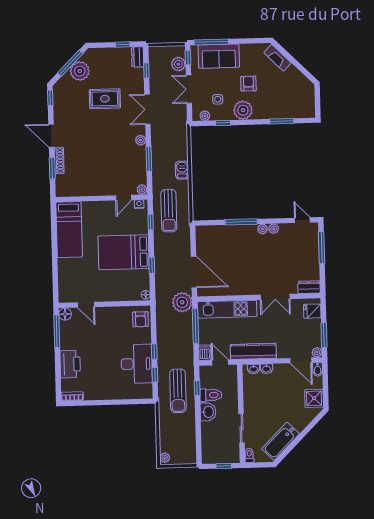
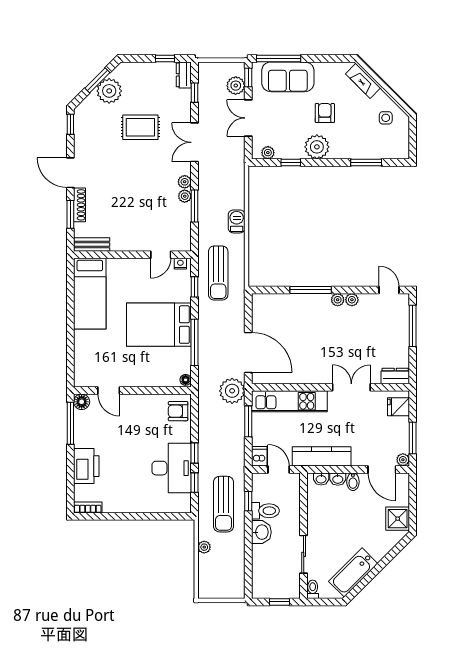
window: (70, 63) -> (97, 80), width x0.69
side table: (218, 99) -> (386, 118), moved
plant: (142, 189) -> (185, 196), moved
bench: (69, 191) -> (92, 245), added
window: (152, 265) -> (195, 342), width x2.17
double door: (275, 297) -> (351, 387), swing flipped
armchair: (140, 319) -> (178, 411), turned 90
window: (195, 326) -> (248, 421), width x0.69
bidet: (318, 369) -> (353, 482), moved
plant: (165, 458) -> (204, 547), moved

